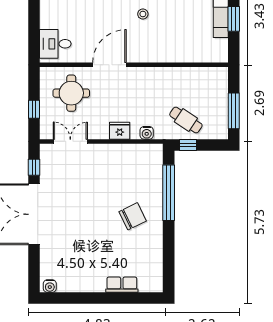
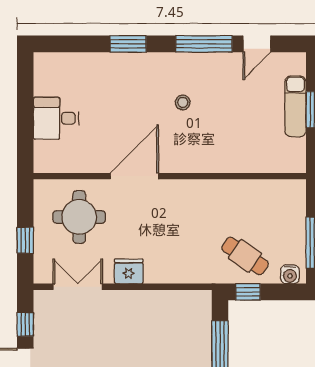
desk: (55, 44) -> (56, 118), moved
fridge: (120, 131) -> (129, 271), moved
water cooler: (147, 133) -> (290, 274), moved

